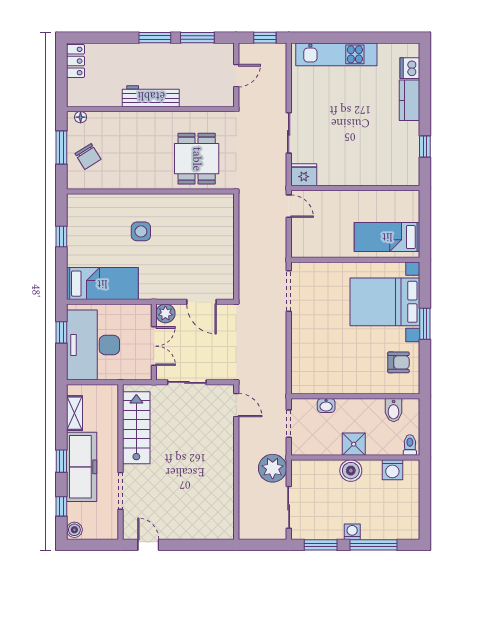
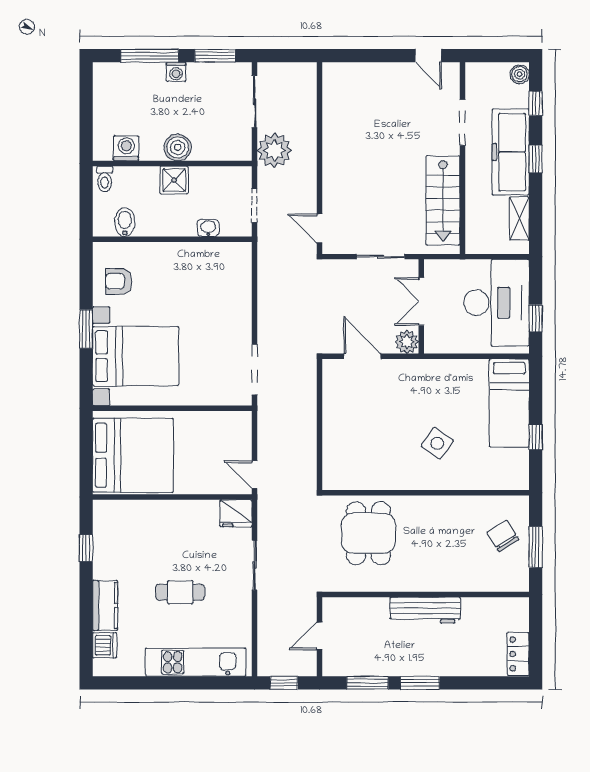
cafe table: (349, 111) -> (180, 592), added
floor lamp: (81, 117) -> (512, 585), removed
side table: (141, 231) -> (437, 443), turned 36
bed: (387, 237) -> (133, 455), width x2.04
bed: (102, 284) -> (509, 403), moved, turned -90

